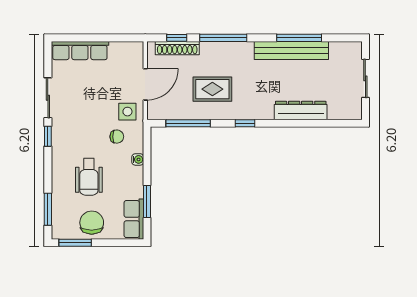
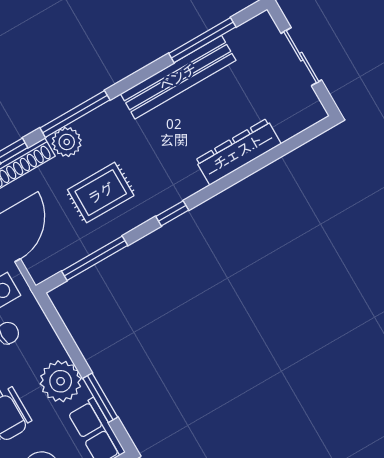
window: (299, 38) -> (202, 40), moved
plant: (210, 51) -> (67, 142), added
water cooler: (138, 159) -> (54, 348), removed
plant: (130, 180) -> (61, 381), added

